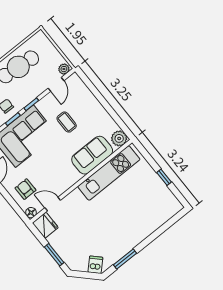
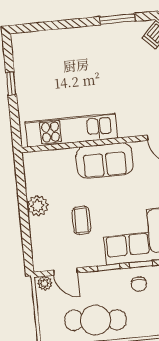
door: (56, 84) -> (65, 272), swing flipped
plant: (119, 138) -> (38, 206), moved
sofa: (92, 155) -> (104, 160), moved

